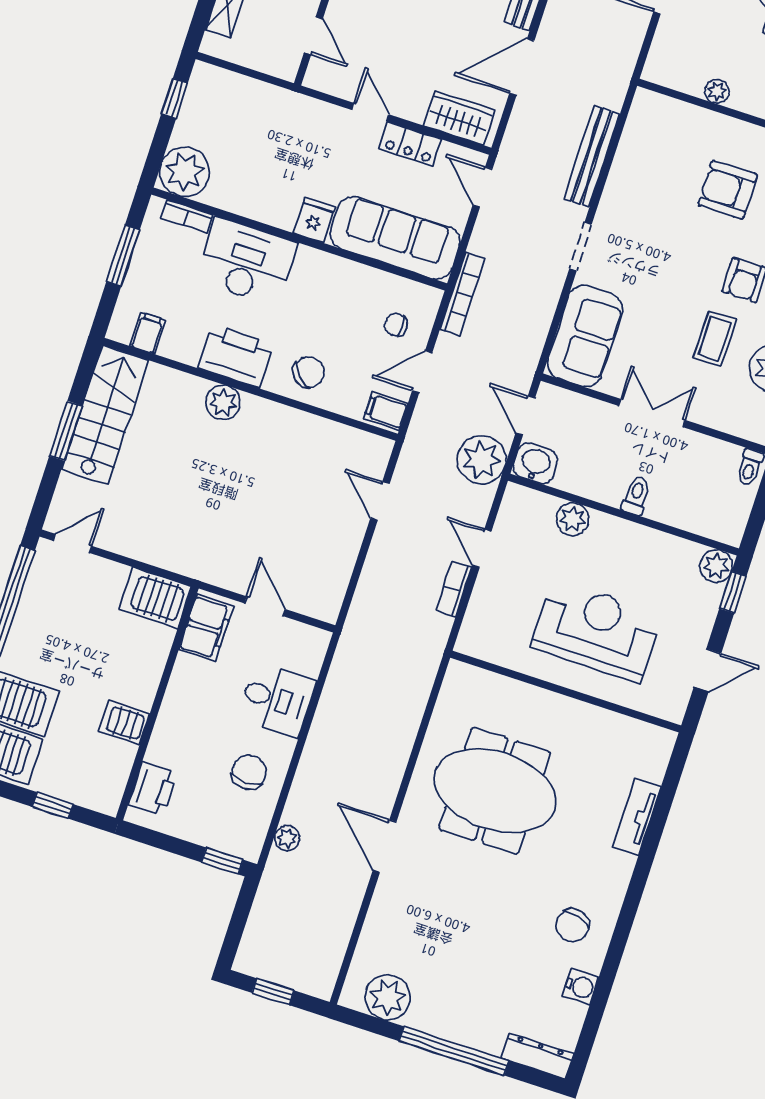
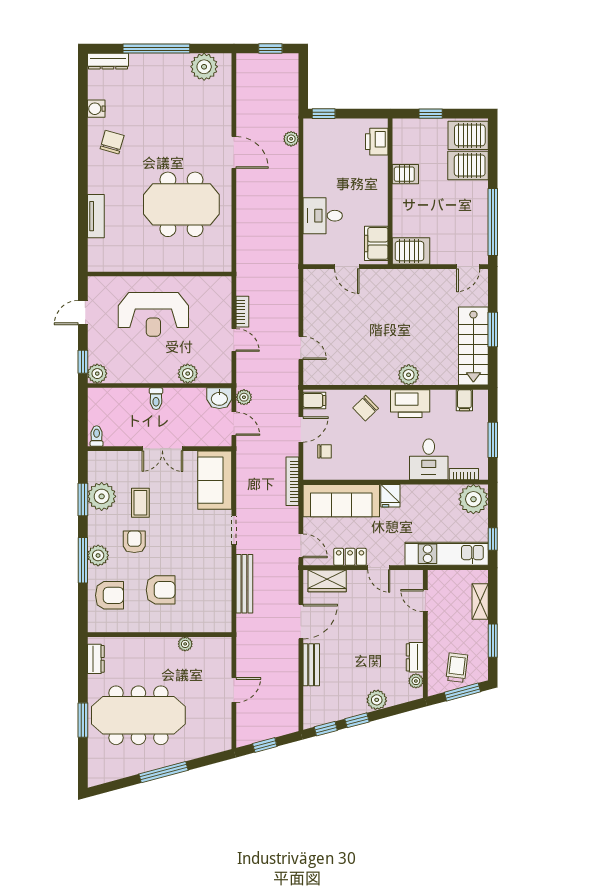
kitchen unit: (255, 99) -> (447, 554), added
desk: (246, 262) -> (429, 459), width x0.73
plant: (482, 460) -> (244, 397), width x0.53, depth x0.53
chair: (249, 772) -> (325, 169), removed

